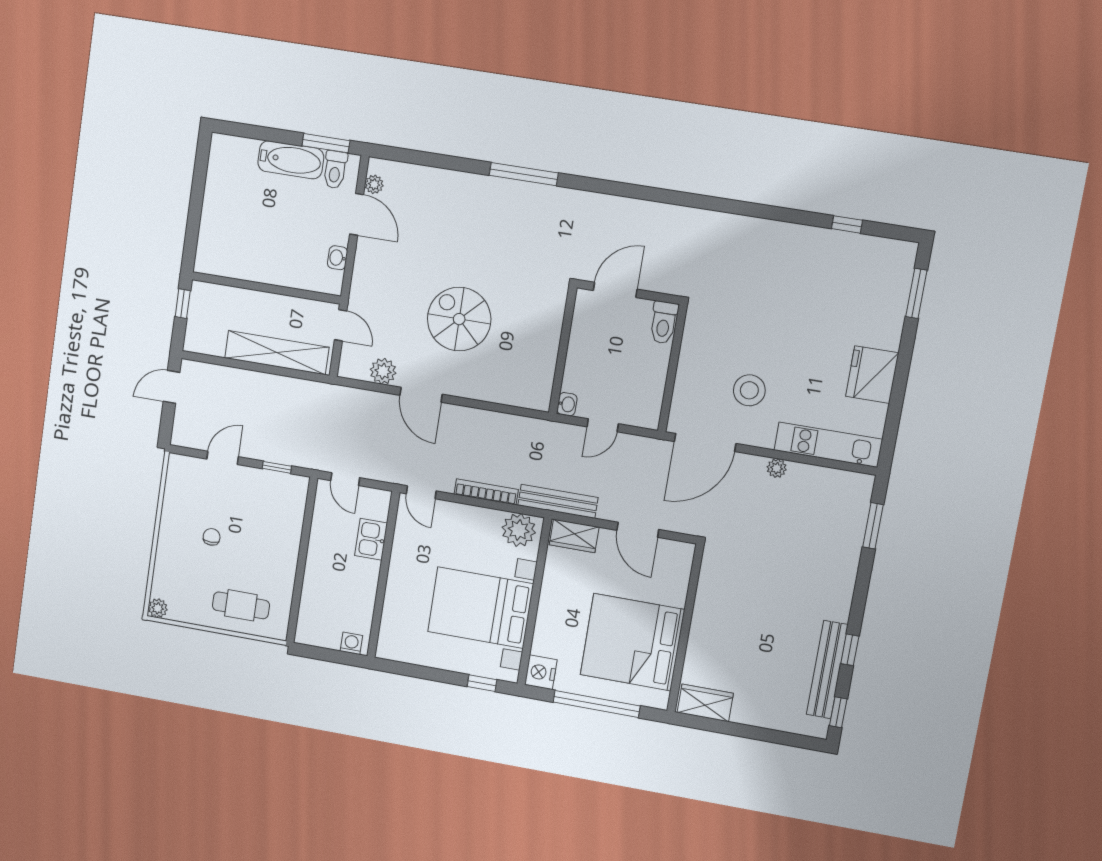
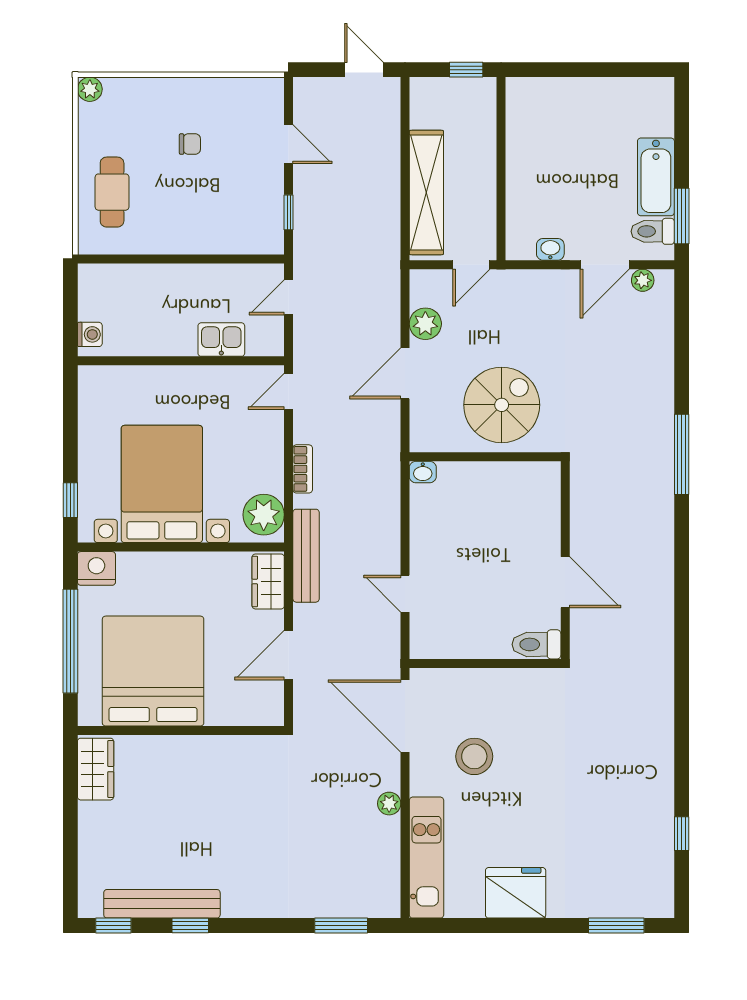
wall: (563, 350) -> (485, 457), moved
washbasin: (567, 404) -> (423, 472), moved
bookcase: (486, 492) -> (303, 469), width x0.64

